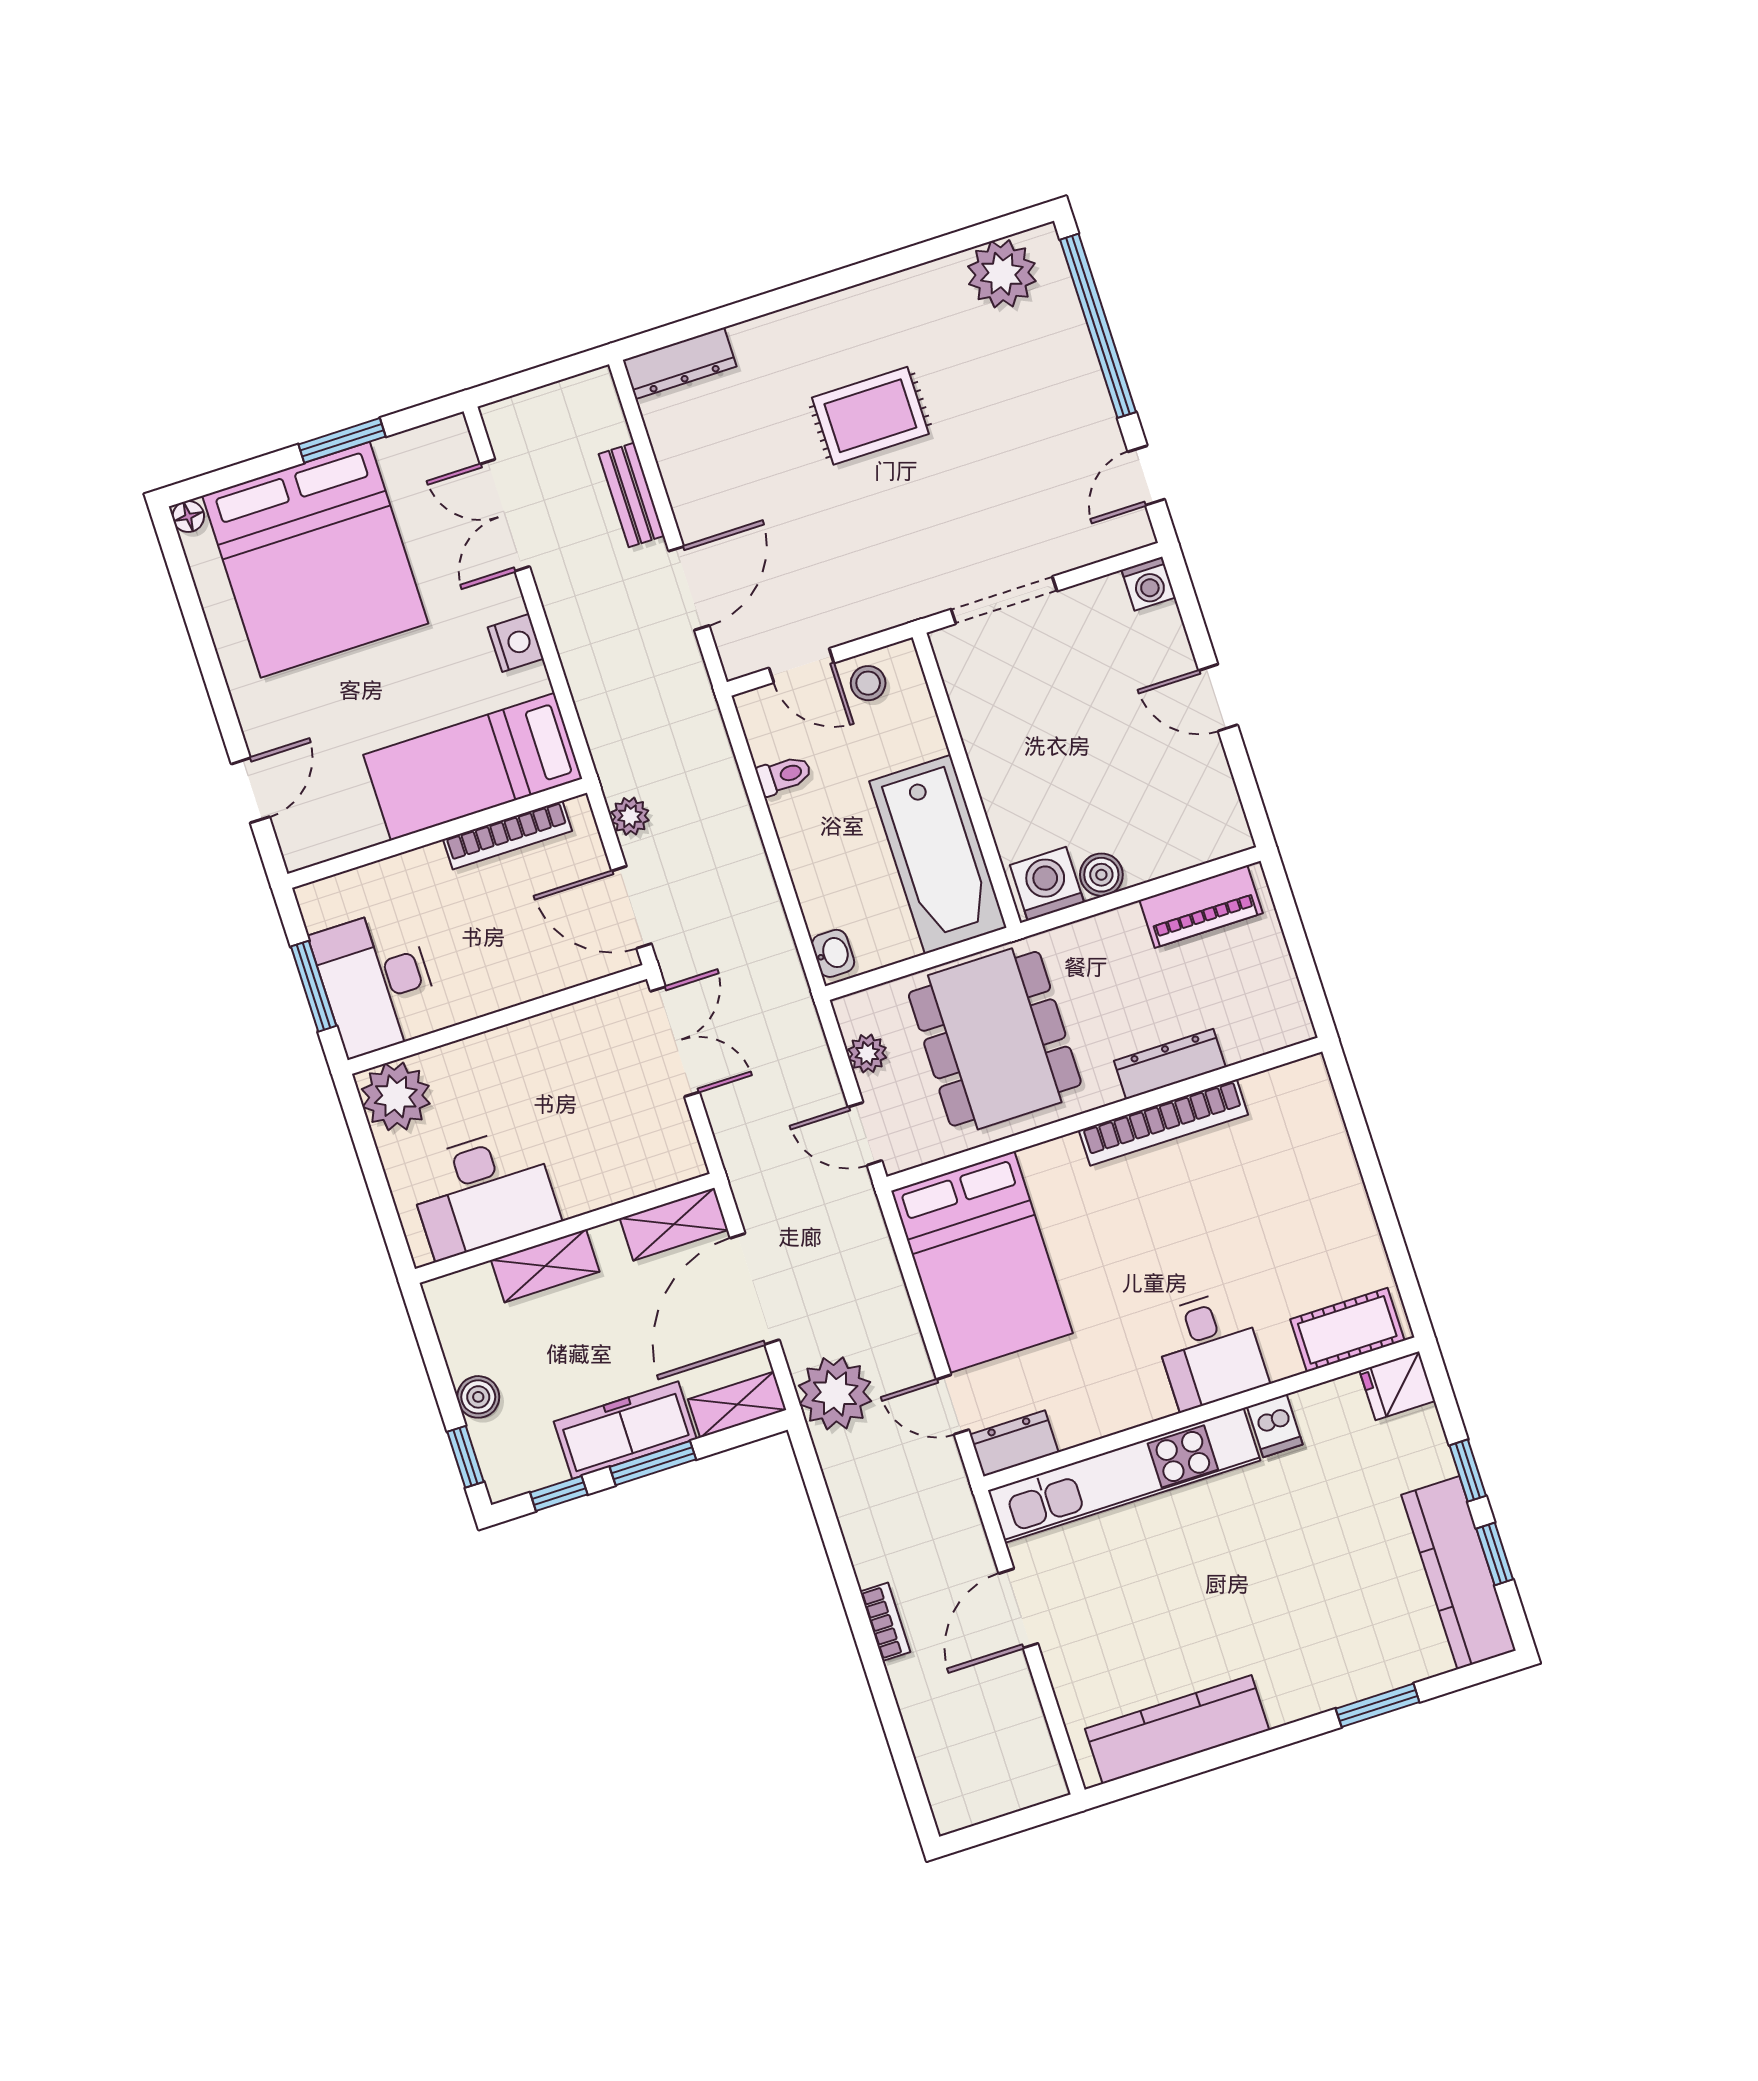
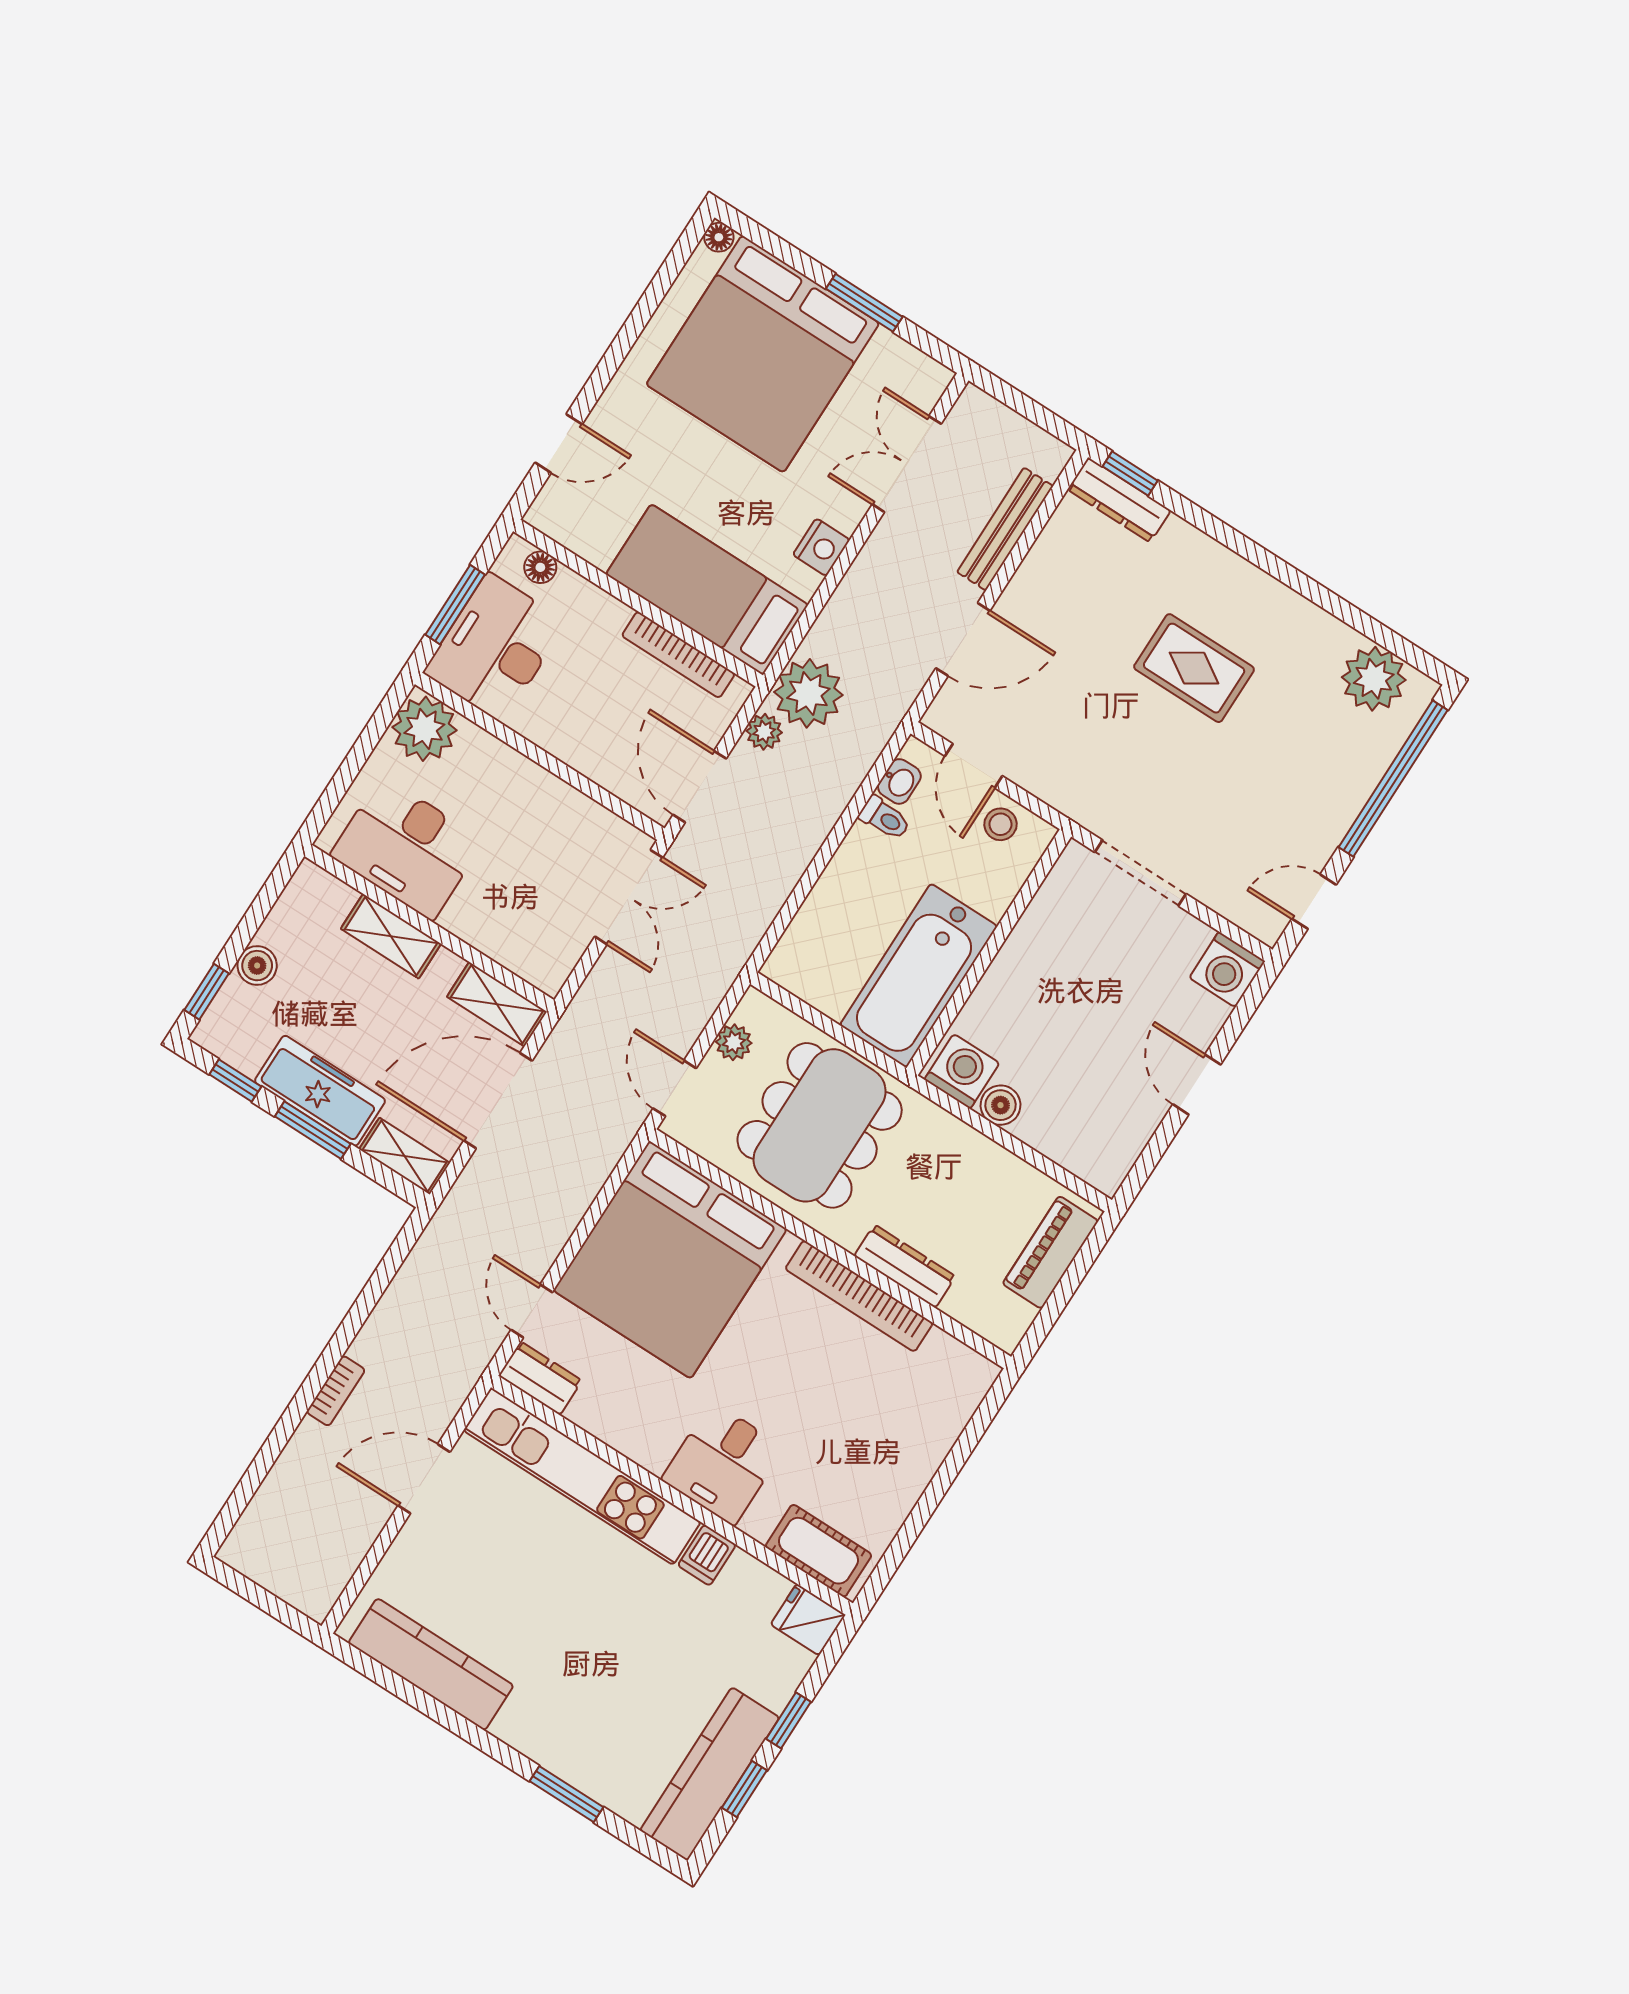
window: (665, 336) -> (1130, 473), added
bench: (632, 495) -> (1005, 529), width x1.36
washing machine: (1149, 584) -> (1227, 969), width x1.38, depth x1.38
floor lamp: (341, 890) -> (540, 567), added
piano: (1201, 907) -> (1050, 1252), moved, turned 90
washbasin: (833, 953) -> (899, 781), moved
bed: (982, 1262) -> (670, 1260), width x1.36
plant: (835, 1393) -> (808, 693), moved

